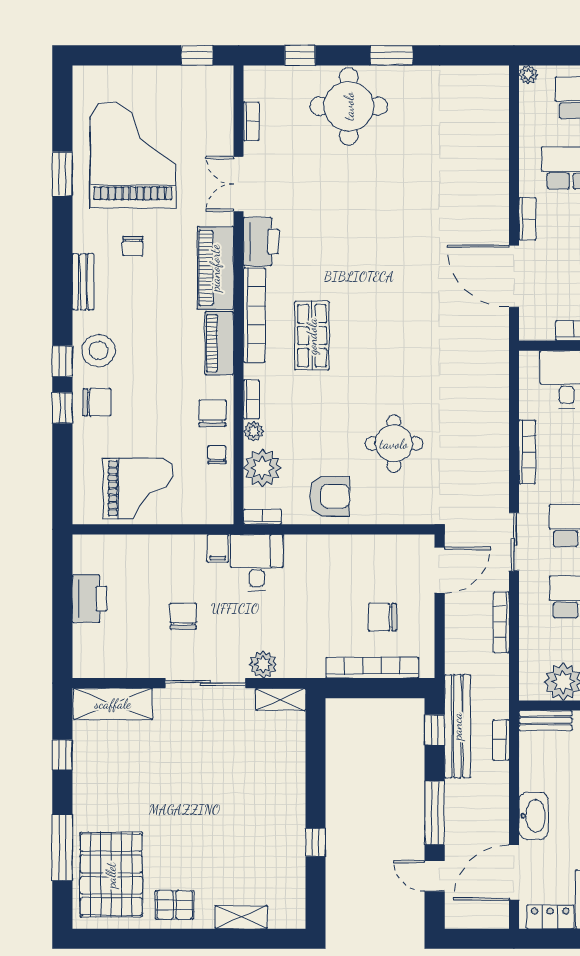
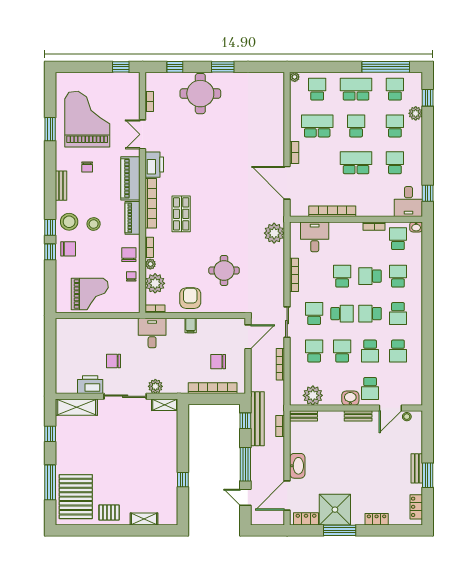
stool: (145, 355) -> (94, 224), added
plant: (490, 372) -> (274, 233), added
armchair: (329, 496) -> (190, 298), turned -90
filing cabinet: (218, 548) -> (191, 325), moved
printer: (89, 599) -> (90, 385), moved, turned -90
chair: (183, 616) -> (114, 361), turned -90

